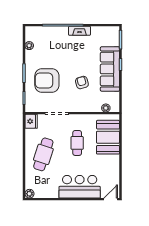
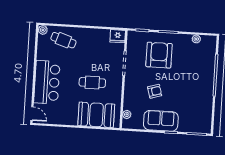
fireplace: (79, 31) -> (208, 92), removed
sofa: (110, 69) -> (161, 121), width x0.73
cafe table: (43, 154) -> (63, 40), moved, width x0.73, depth x0.74

